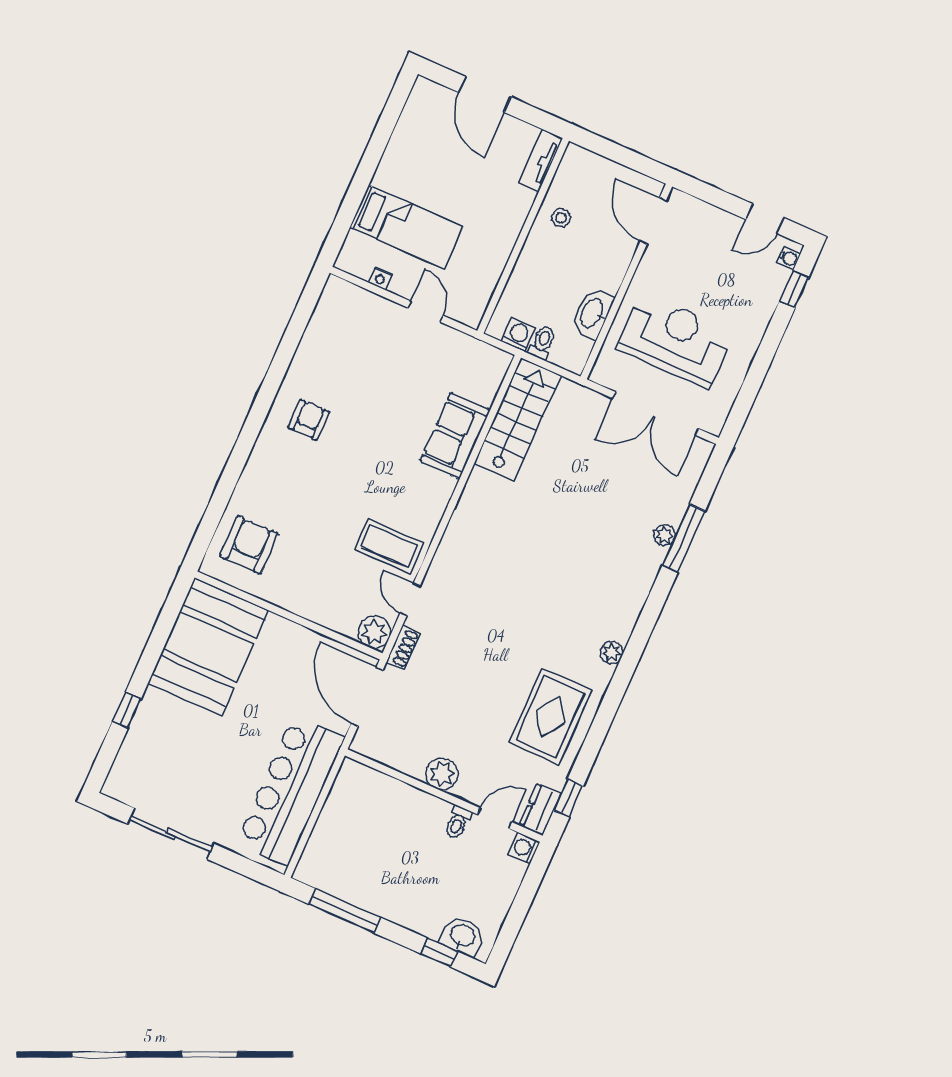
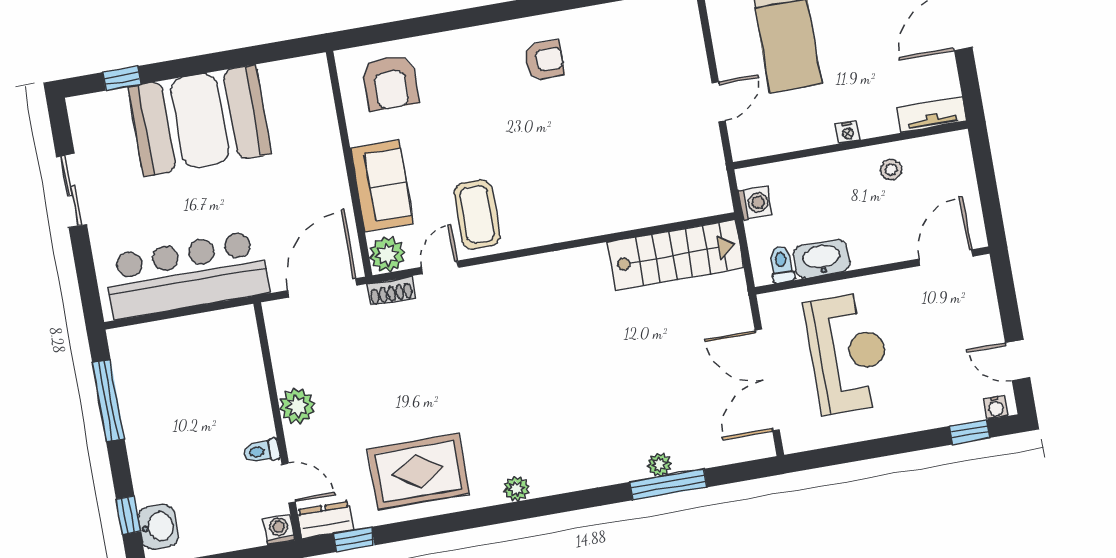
nightstand: (380, 278) -> (848, 132), moved, turned -90
toilet: (543, 342) -> (781, 264), moved, turned -90
sofa: (455, 436) -> (382, 186), moved, turned 90
armchair: (249, 545) -> (390, 83), turned 90
booth: (208, 647) -> (200, 120), moved
window: (127, 710) -> (122, 78), moved
sliding door: (171, 834) -> (72, 190), width x0.73

